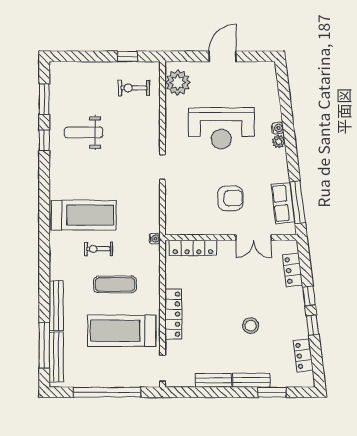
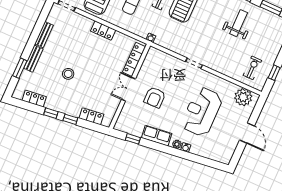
window: (298, 202) -> (133, 139), width x0.46
row of seats: (283, 203) -> (157, 136), moved
double door: (254, 238) -> (128, 89), moved
locker: (173, 314) -> (103, 30), width x0.66

